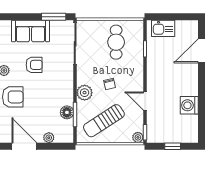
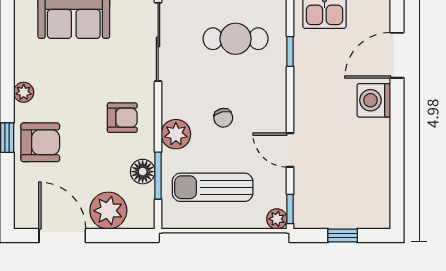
cafe table: (116, 42) -> (236, 39), turned 90
armchair: (34, 65) -> (122, 118), moved
washing machine: (189, 105) -> (374, 100), moved
sun lounger: (104, 121) -> (213, 187), turned 33
plant: (49, 138) -> (108, 211), width x1.88, depth x1.88

